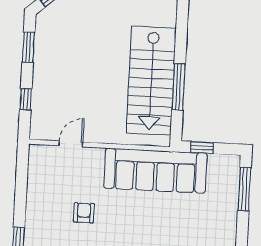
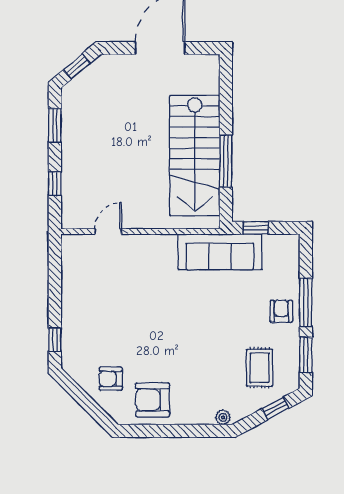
sofa: (155, 171) -> (220, 252), width x0.74, depth x0.79
window: (244, 189) -> (306, 302), moved
armchair: (84, 213) -> (281, 311), moved

